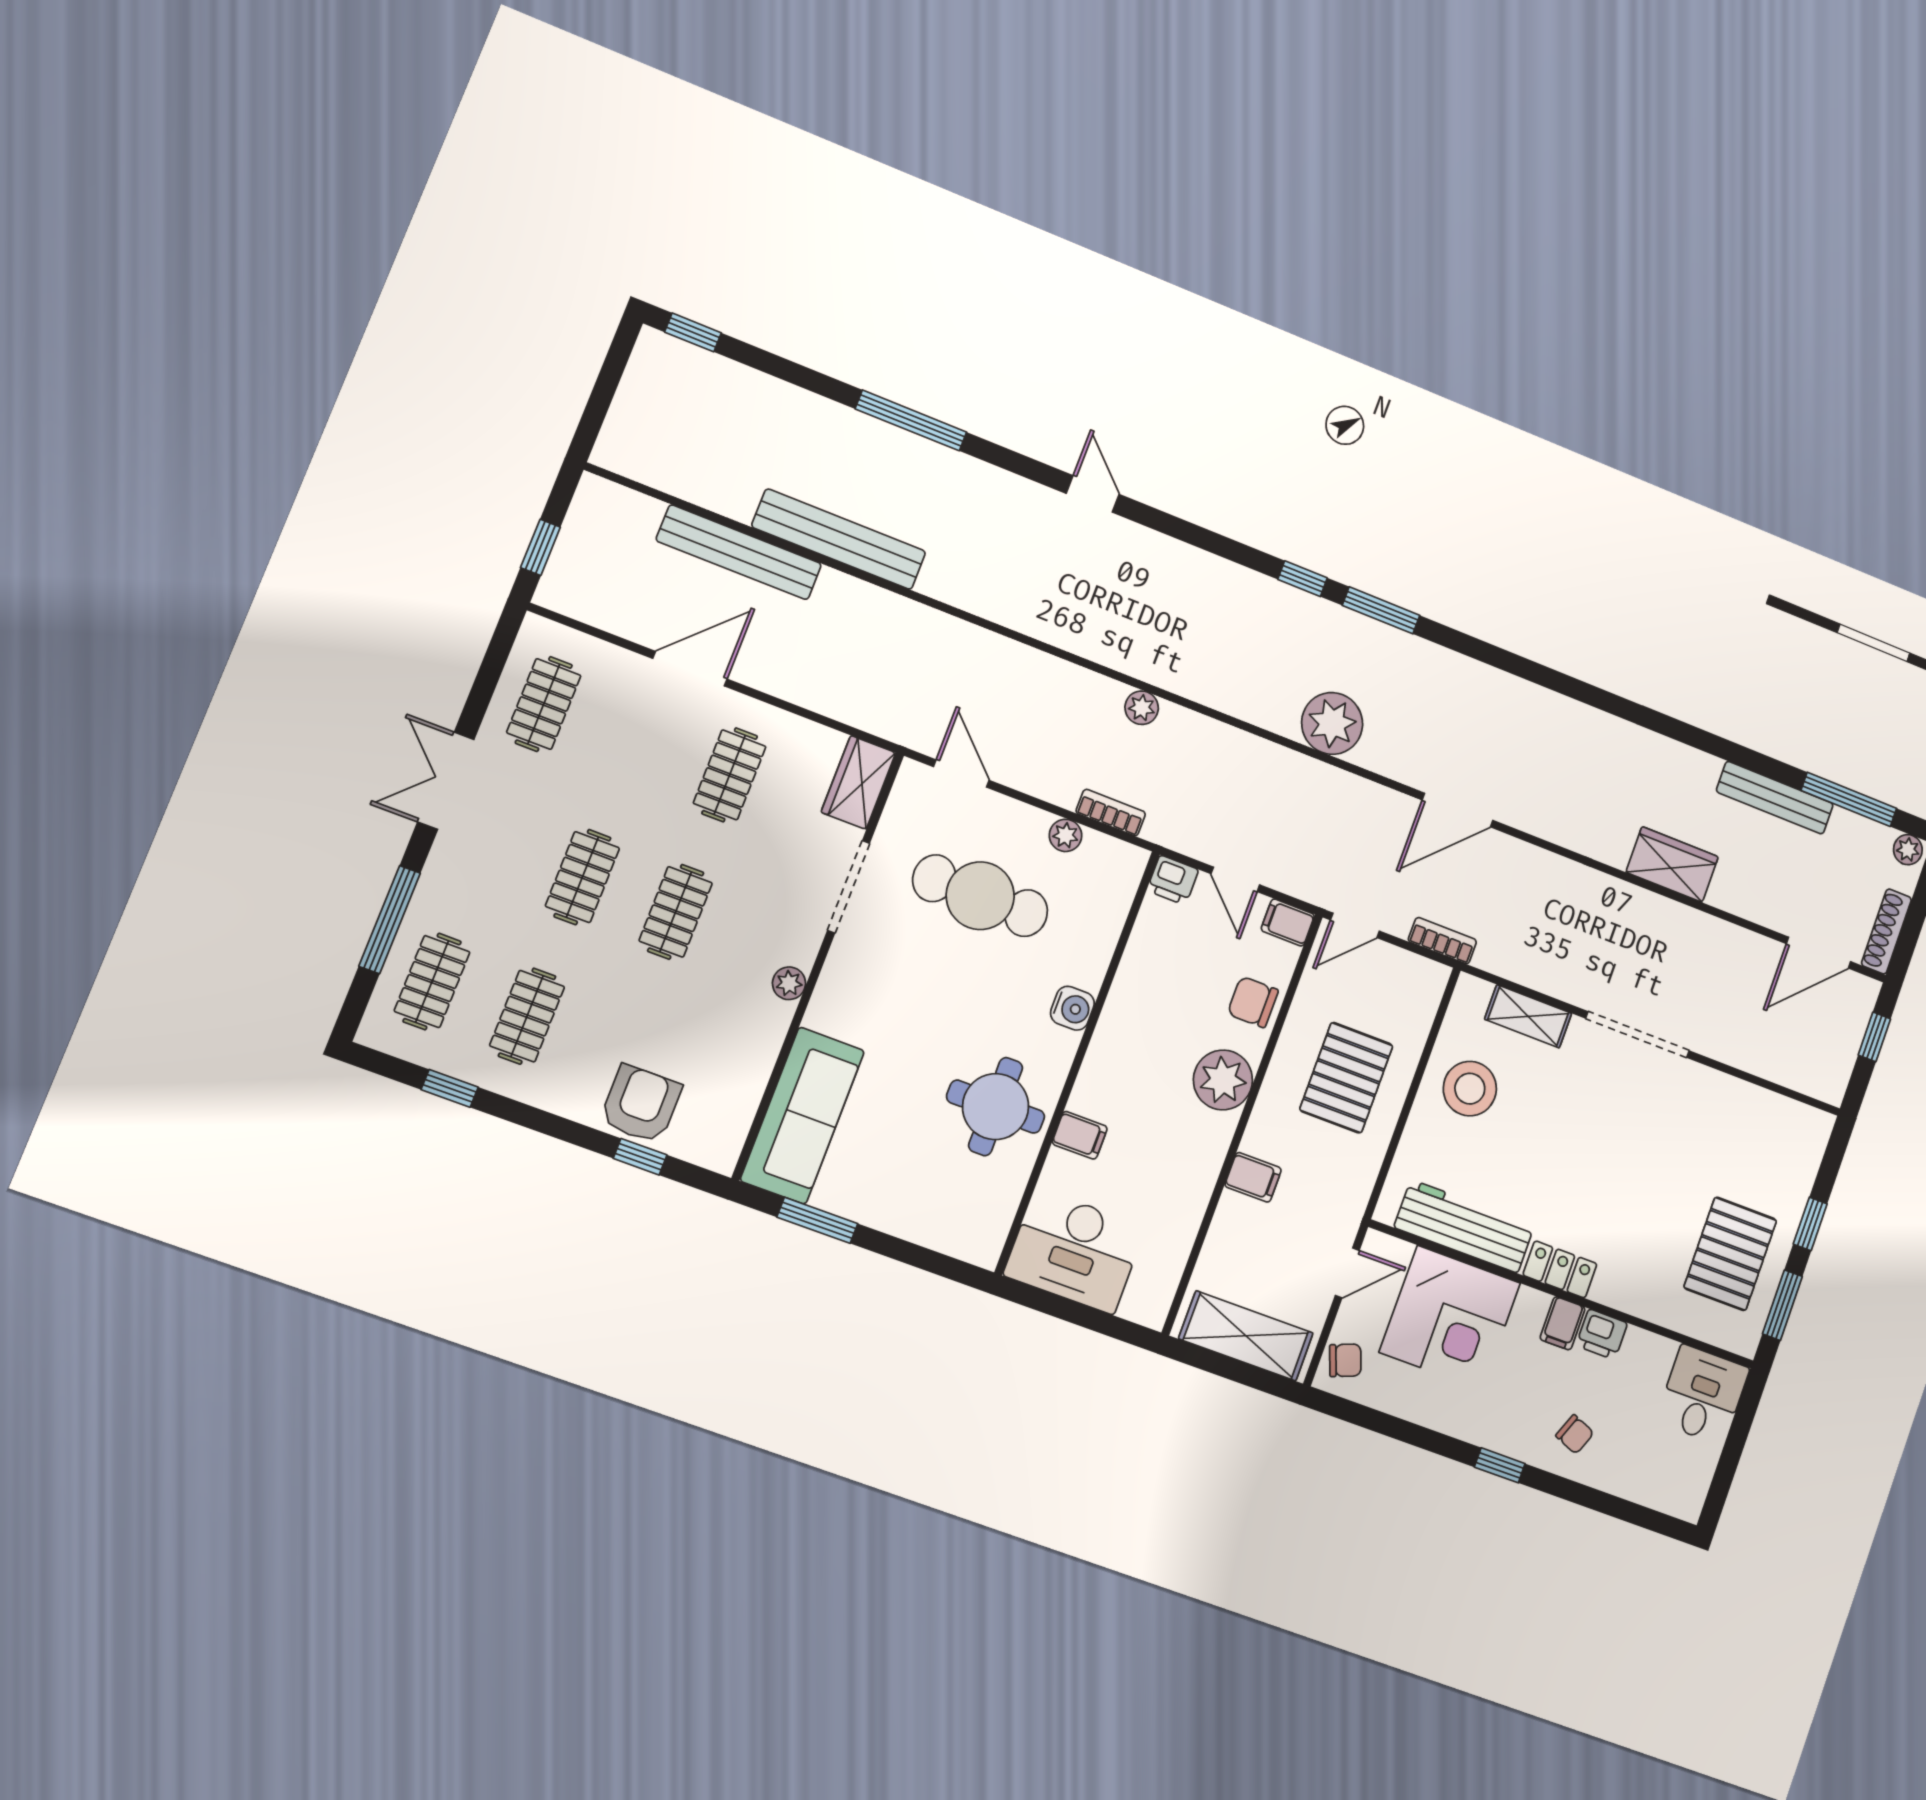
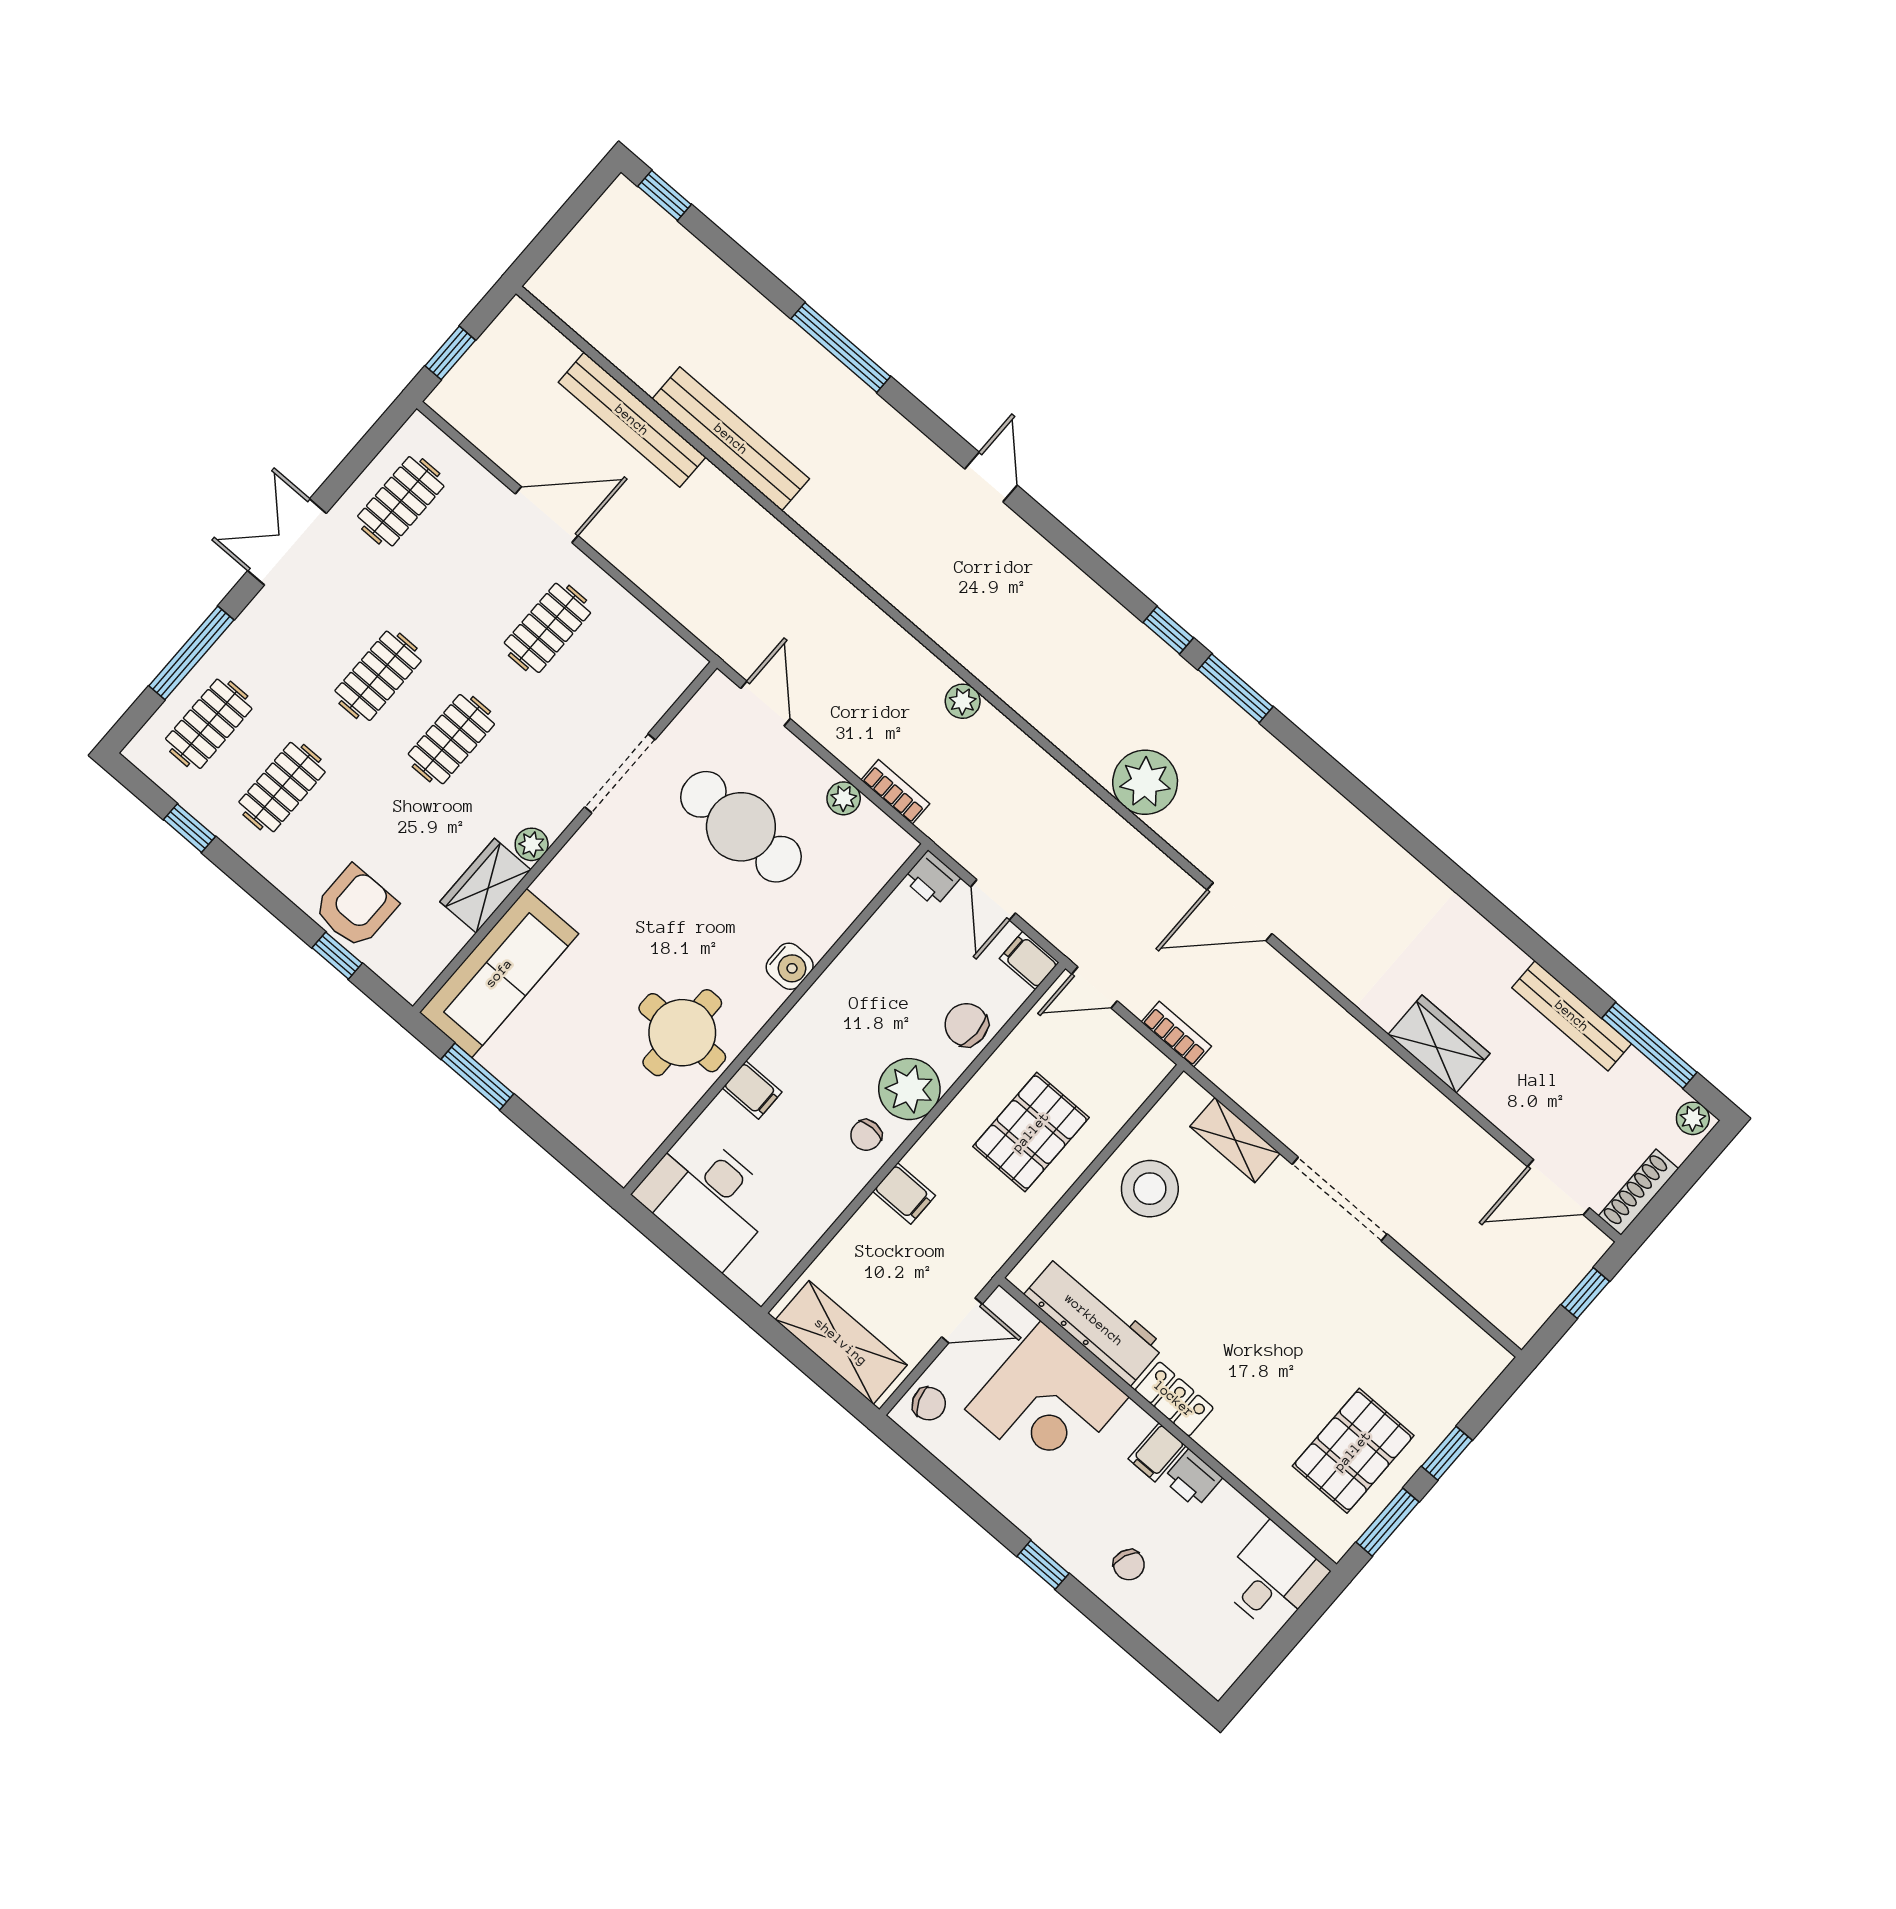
wardrobe: (858, 782) -> (485, 886), moved
chair: (1199, 1137) -> (866, 1135), added

